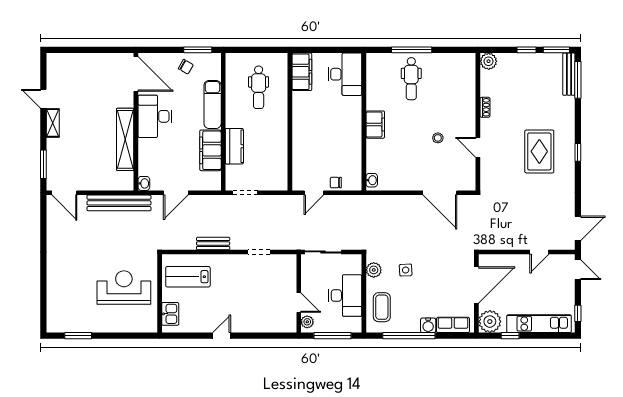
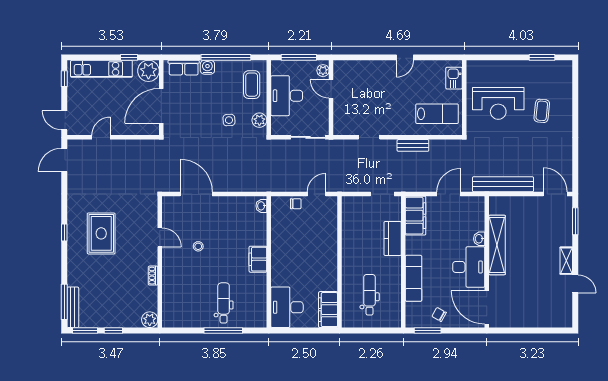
filing cabinet: (210, 150) -> (416, 216), moved
washbasin: (144, 183) -> (479, 239), moved
coffee table: (78, 280) -> (542, 111), added

